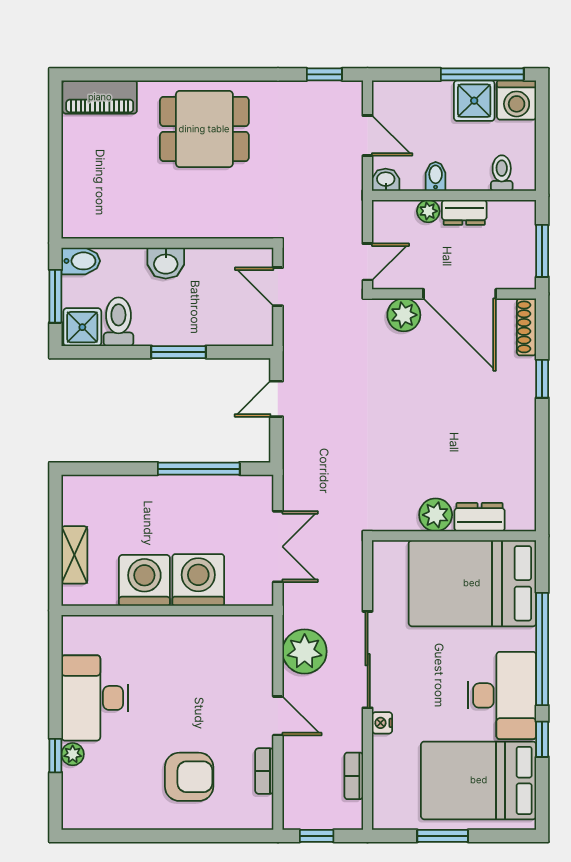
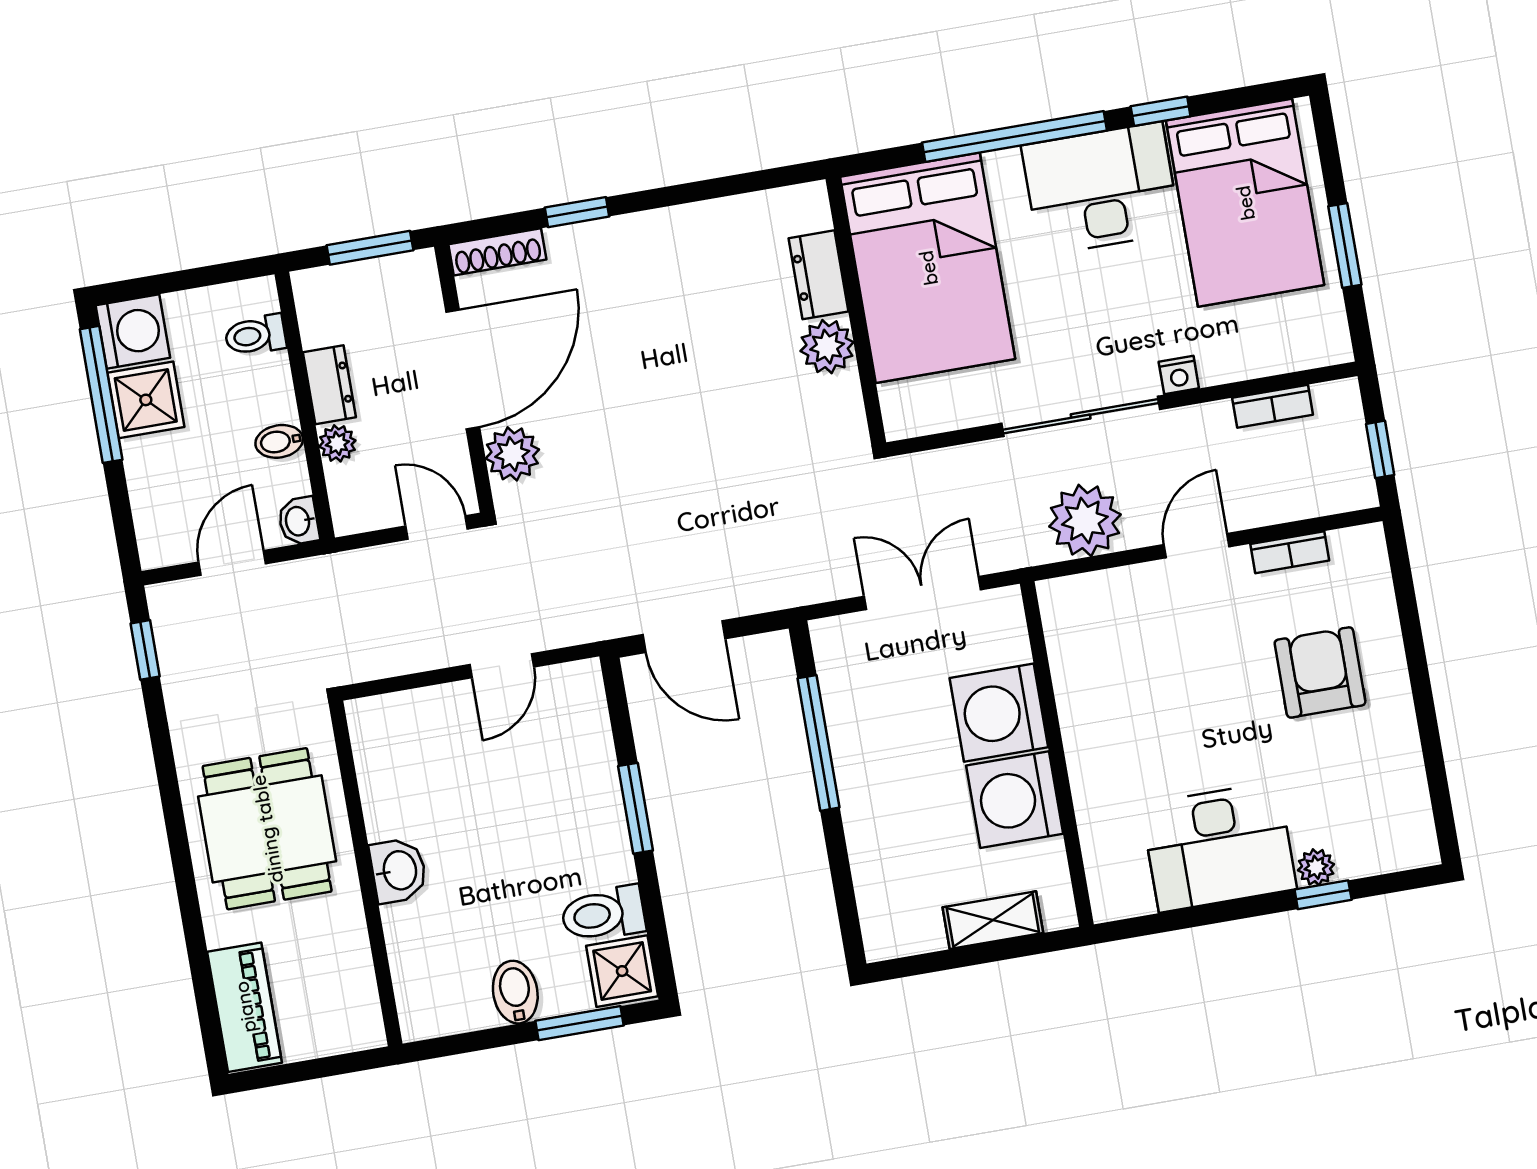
wall: (167, 243) -> (365, 873), moved
washbasin: (166, 263) -> (398, 871), moved
door: (276, 399) -> (684, 637), width x1.37

